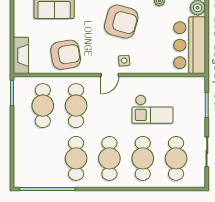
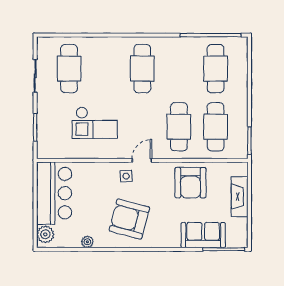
fireplace: (21, 55) -> (240, 197), moved
armchair: (66, 55) -> (190, 183), turned -81
checkout: (153, 109) -> (95, 123), turned 180
cafe table: (76, 158) -> (216, 69), moved
cafe table: (143, 158) -> (106, 69), removed

